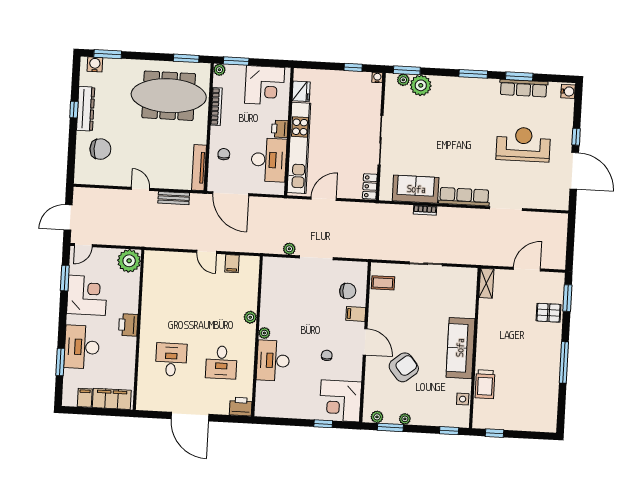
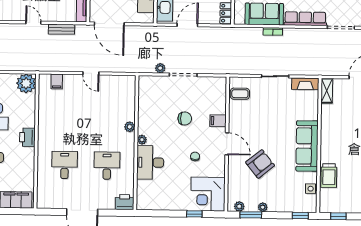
filing cabinet: (232, 264) -> (57, 82), moved
fireplace: (461, 274) -> (305, 84), added
chair: (348, 291) -> (185, 119), moved
desk: (221, 362) -> (107, 166), turned 180

